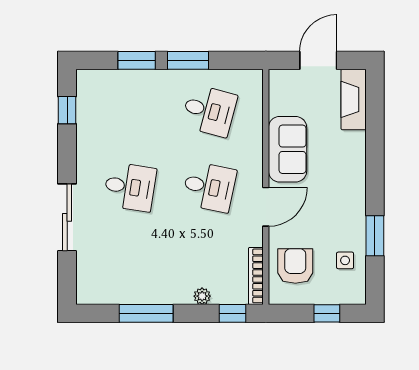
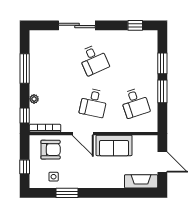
desk: (209, 111) -> (135, 103), turned -33
desk: (130, 187) -> (94, 60), turned -33

